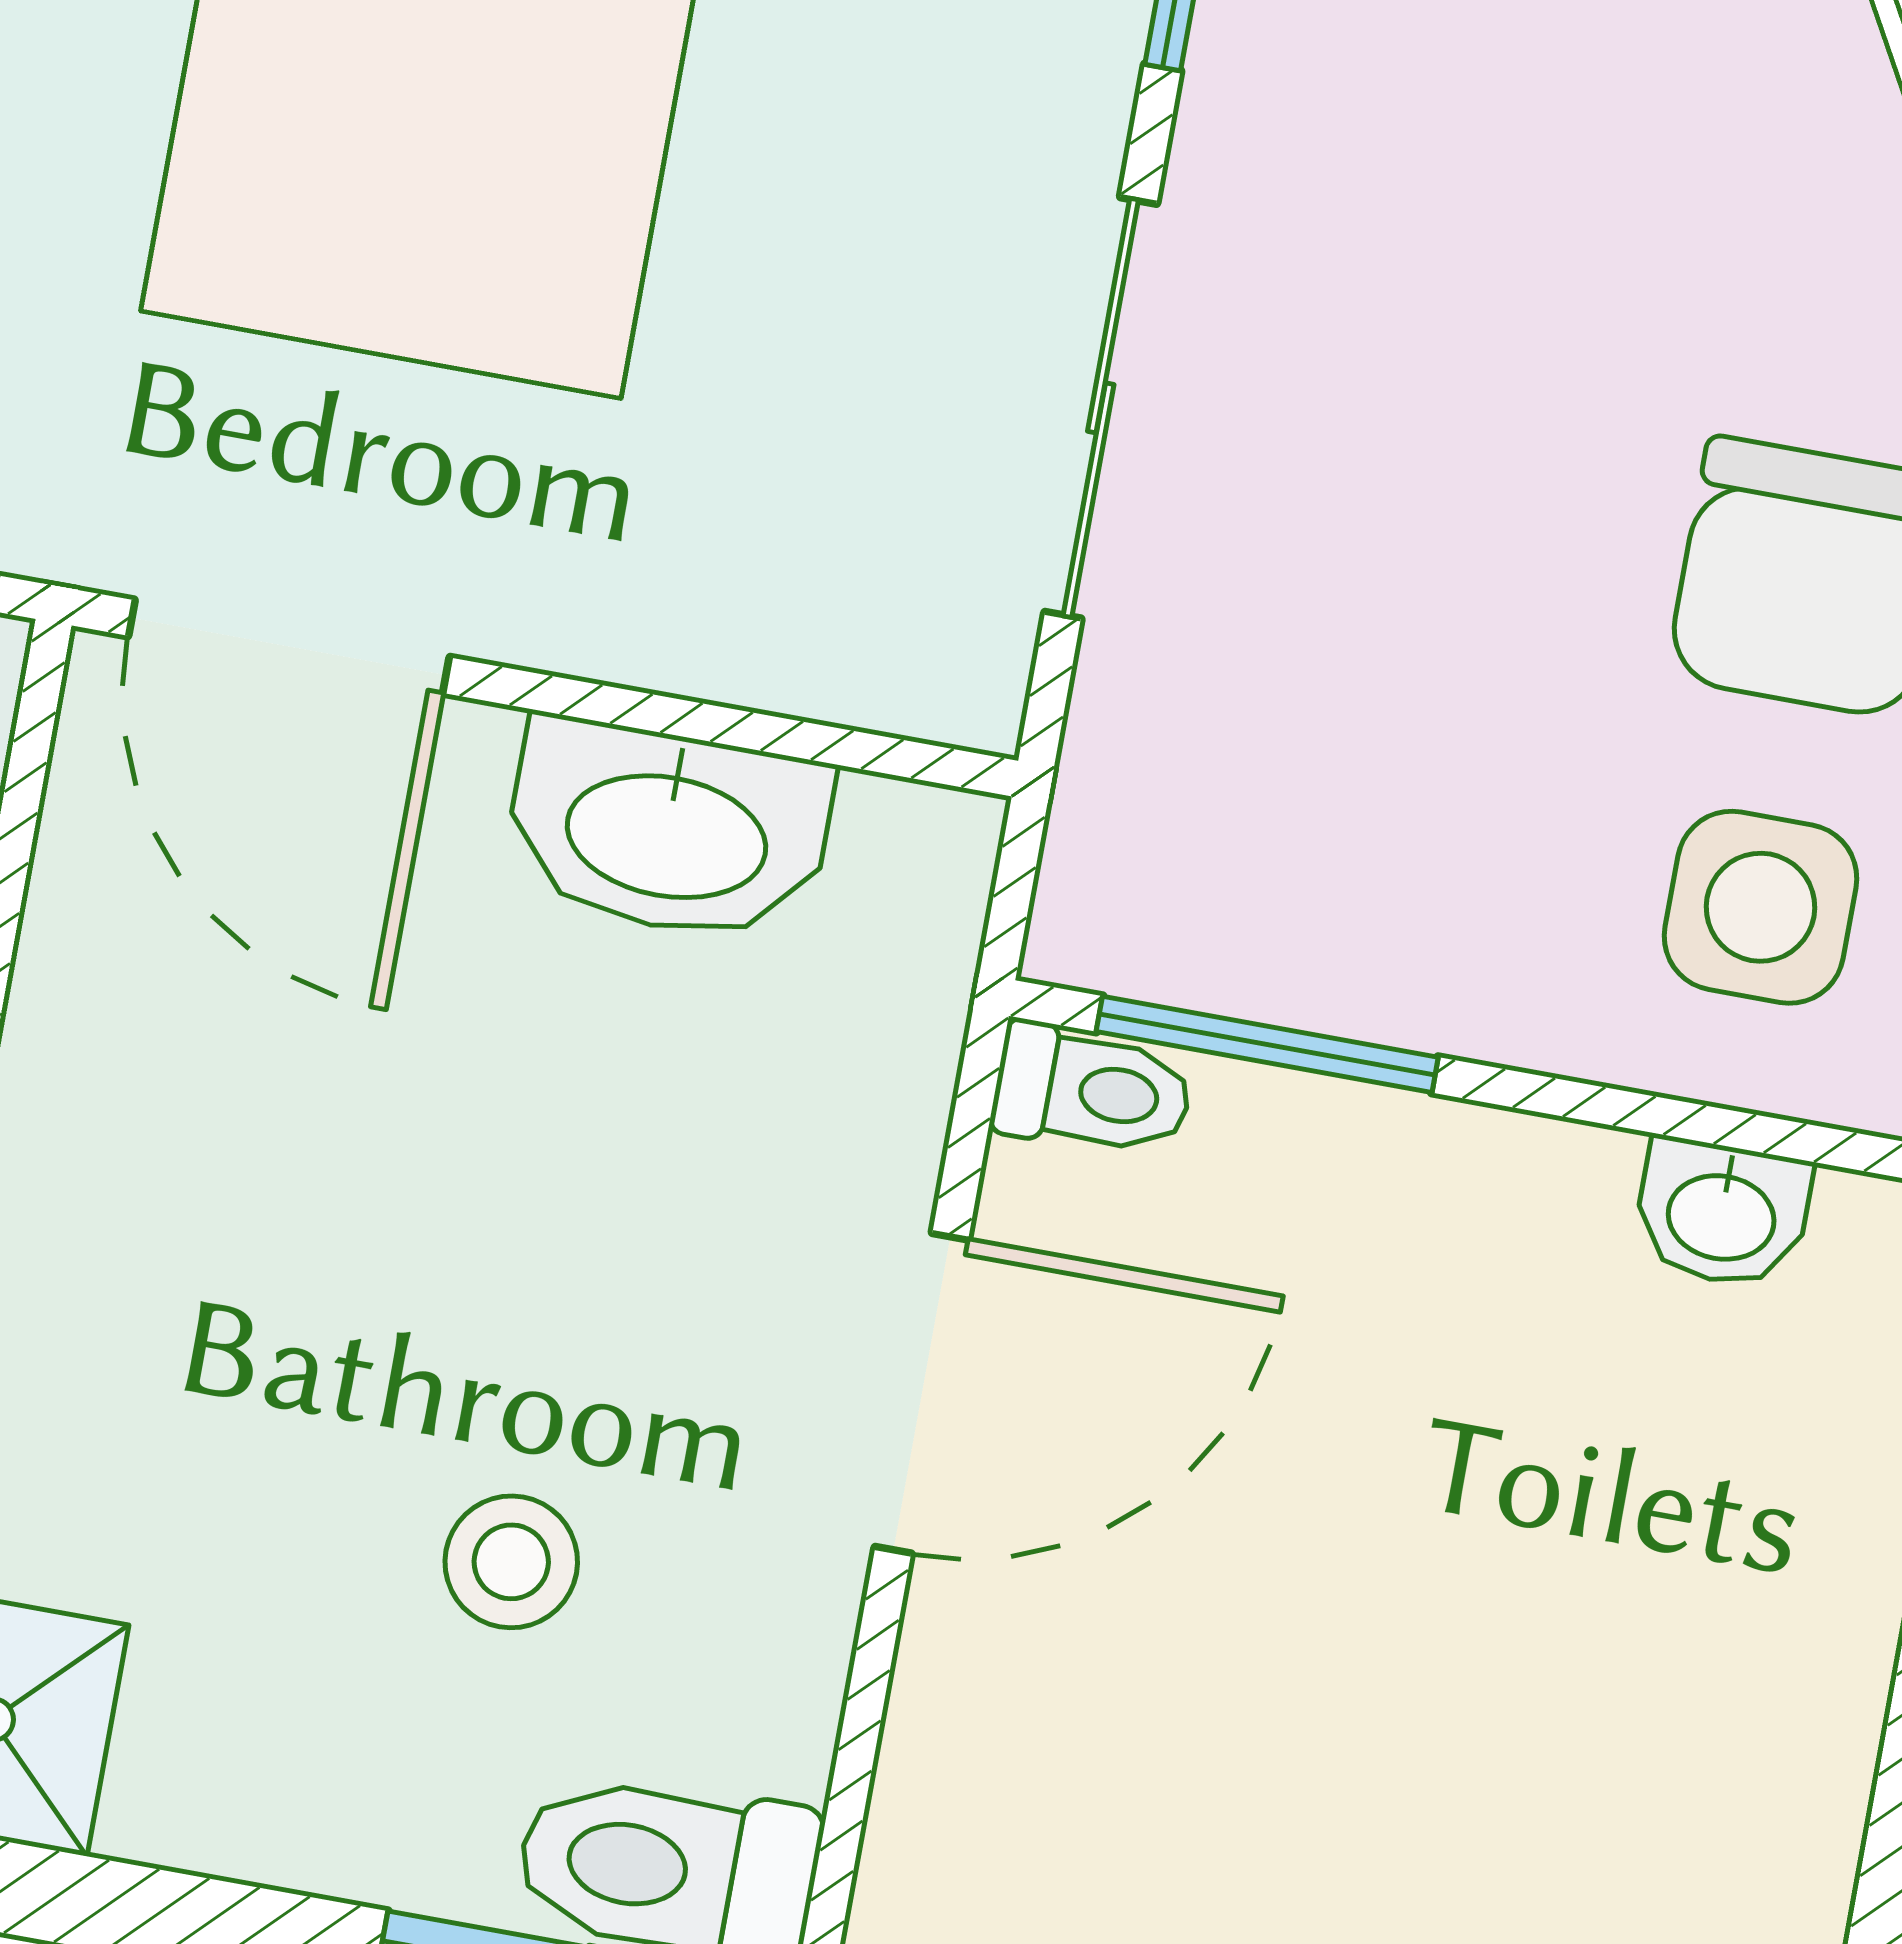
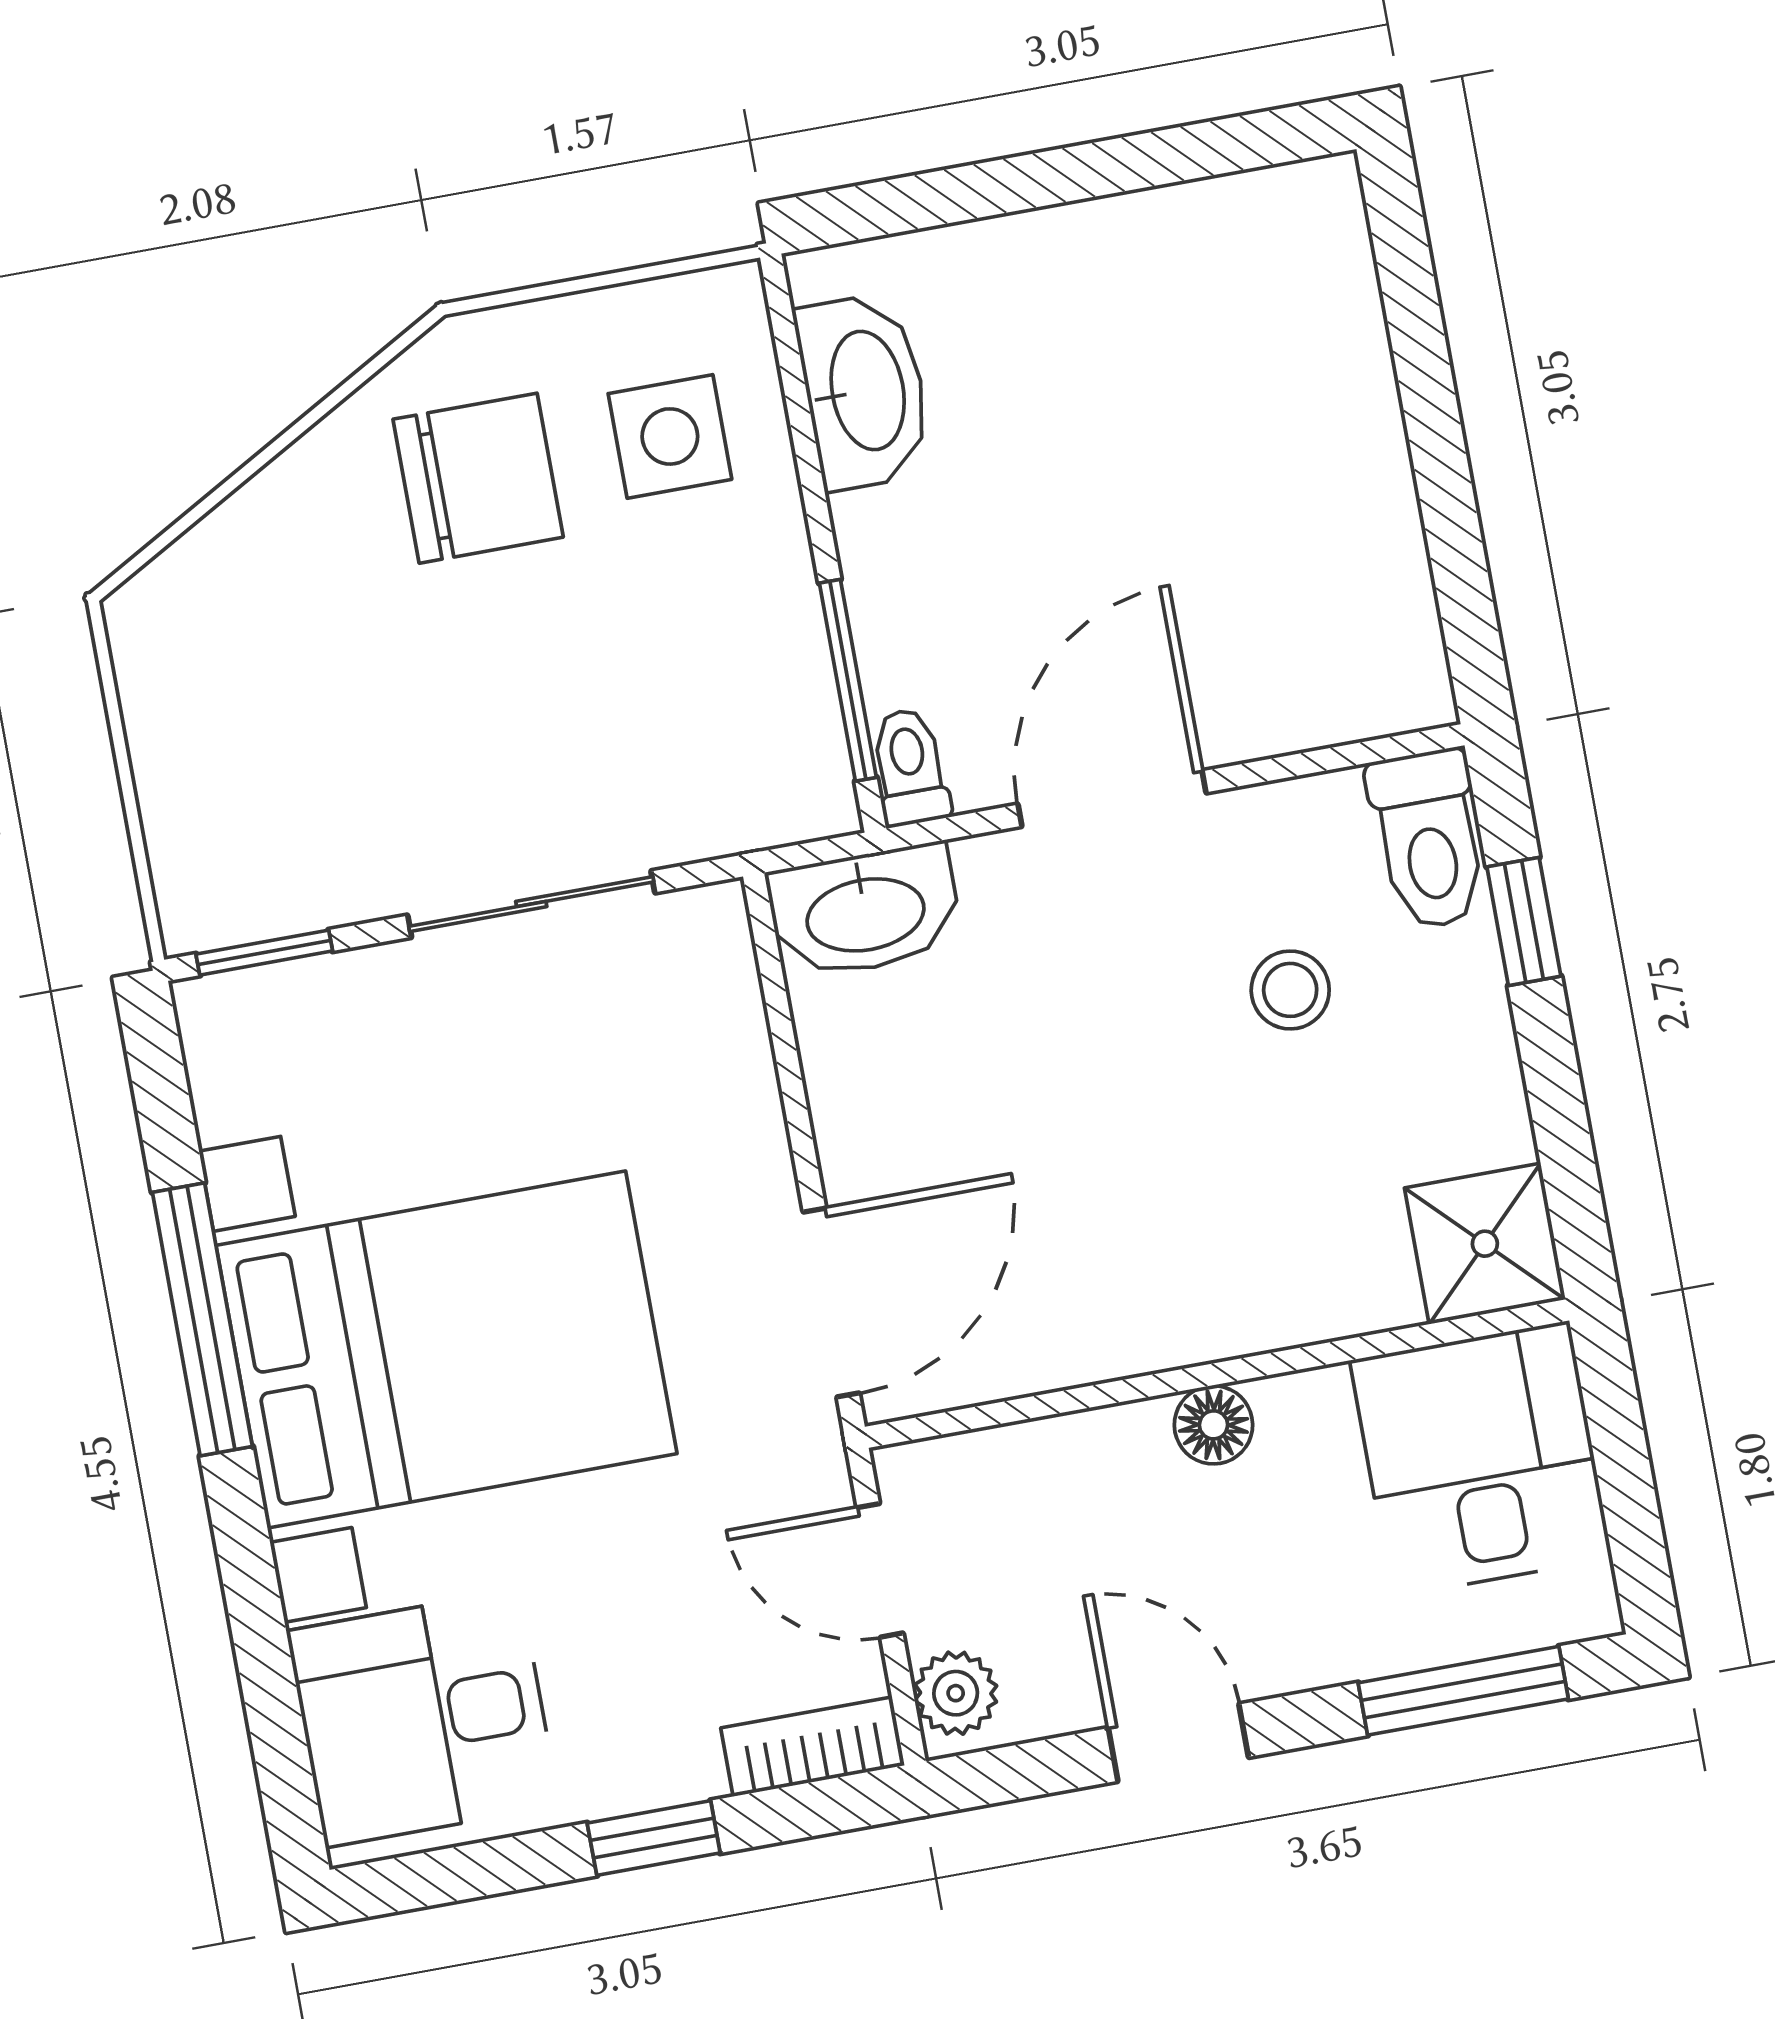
washbasin: (668, 831) -> (865, 912), moved, turned 90
washbasin: (1722, 1213) -> (864, 391), width x1.91, depth x1.45
door: (922, 1393) -> (1112, 798), hinge flipped

